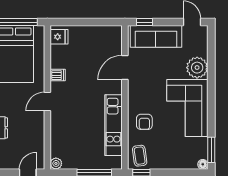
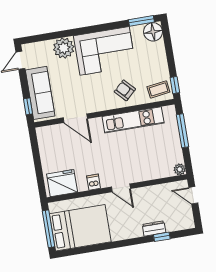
fridge: (59, 37) -> (62, 183), width x1.88, depth x1.34
armchair: (144, 122) -> (125, 90), turned -133
floor lamp: (203, 164) -> (153, 32), width x1.89, depth x1.89

